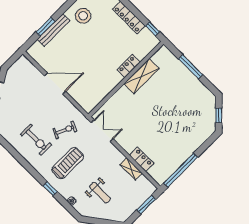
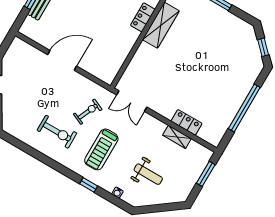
double door: (102, 131) -> (132, 101), swing flipped
treadmill: (68, 163) -> (101, 149), turned 180
window: (181, 170) -> (244, 108), moved

